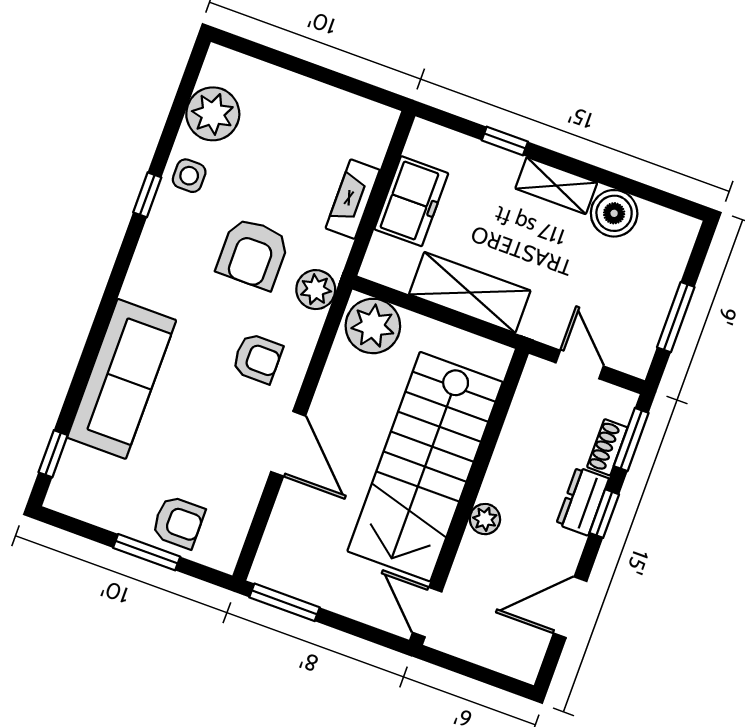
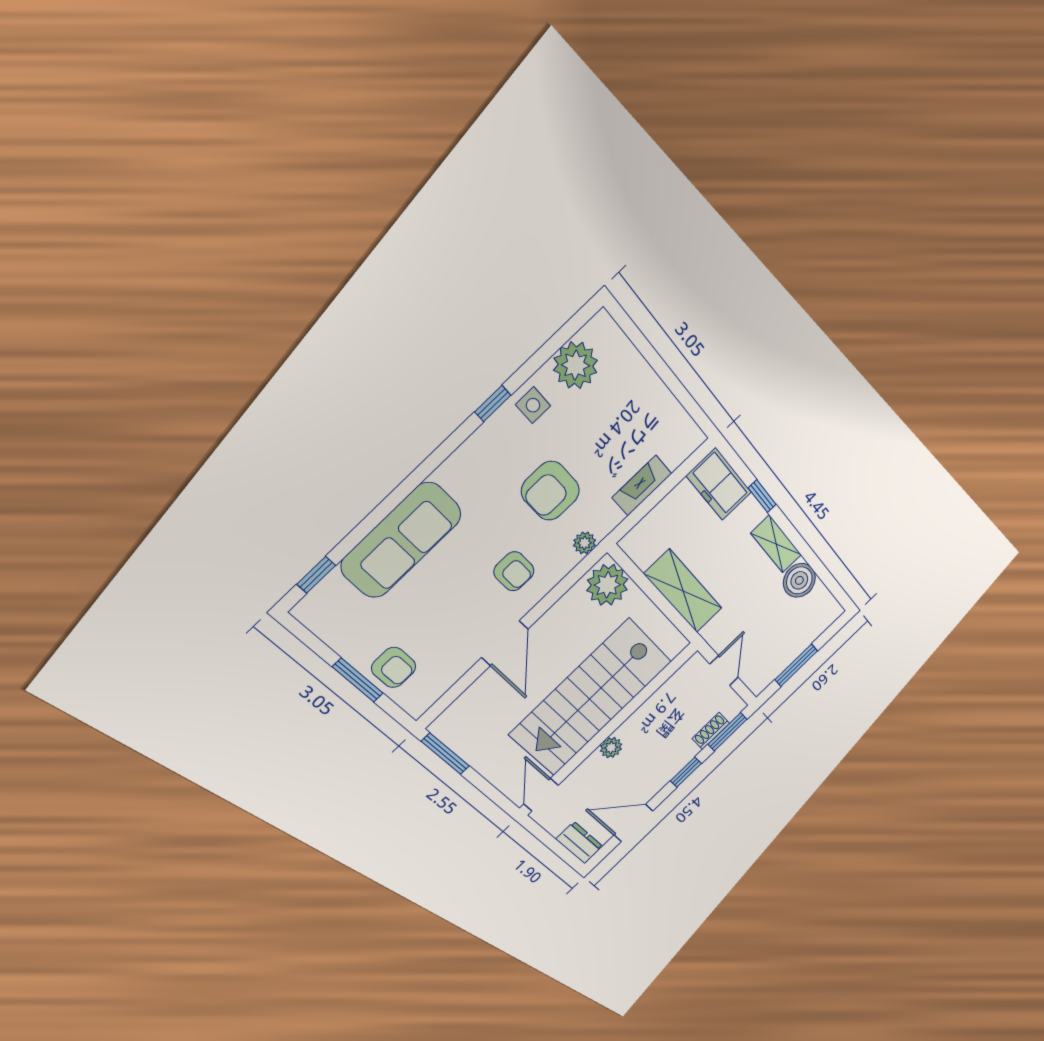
freezer: (411, 201) -> (719, 484), moved, turned 90
plant: (316, 290) -> (585, 543), width x0.73, depth x0.73
dresser: (583, 501) -> (579, 843), moved, turned 90

